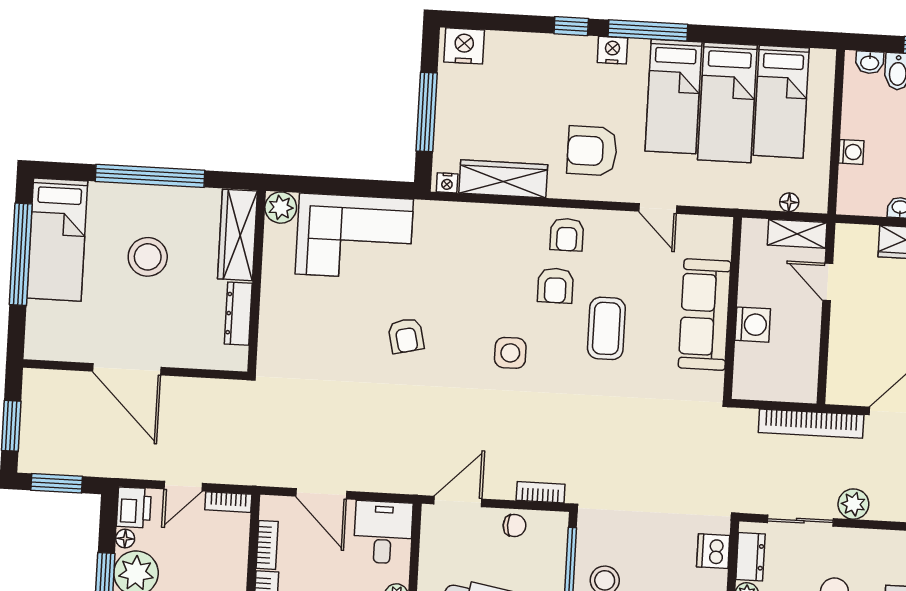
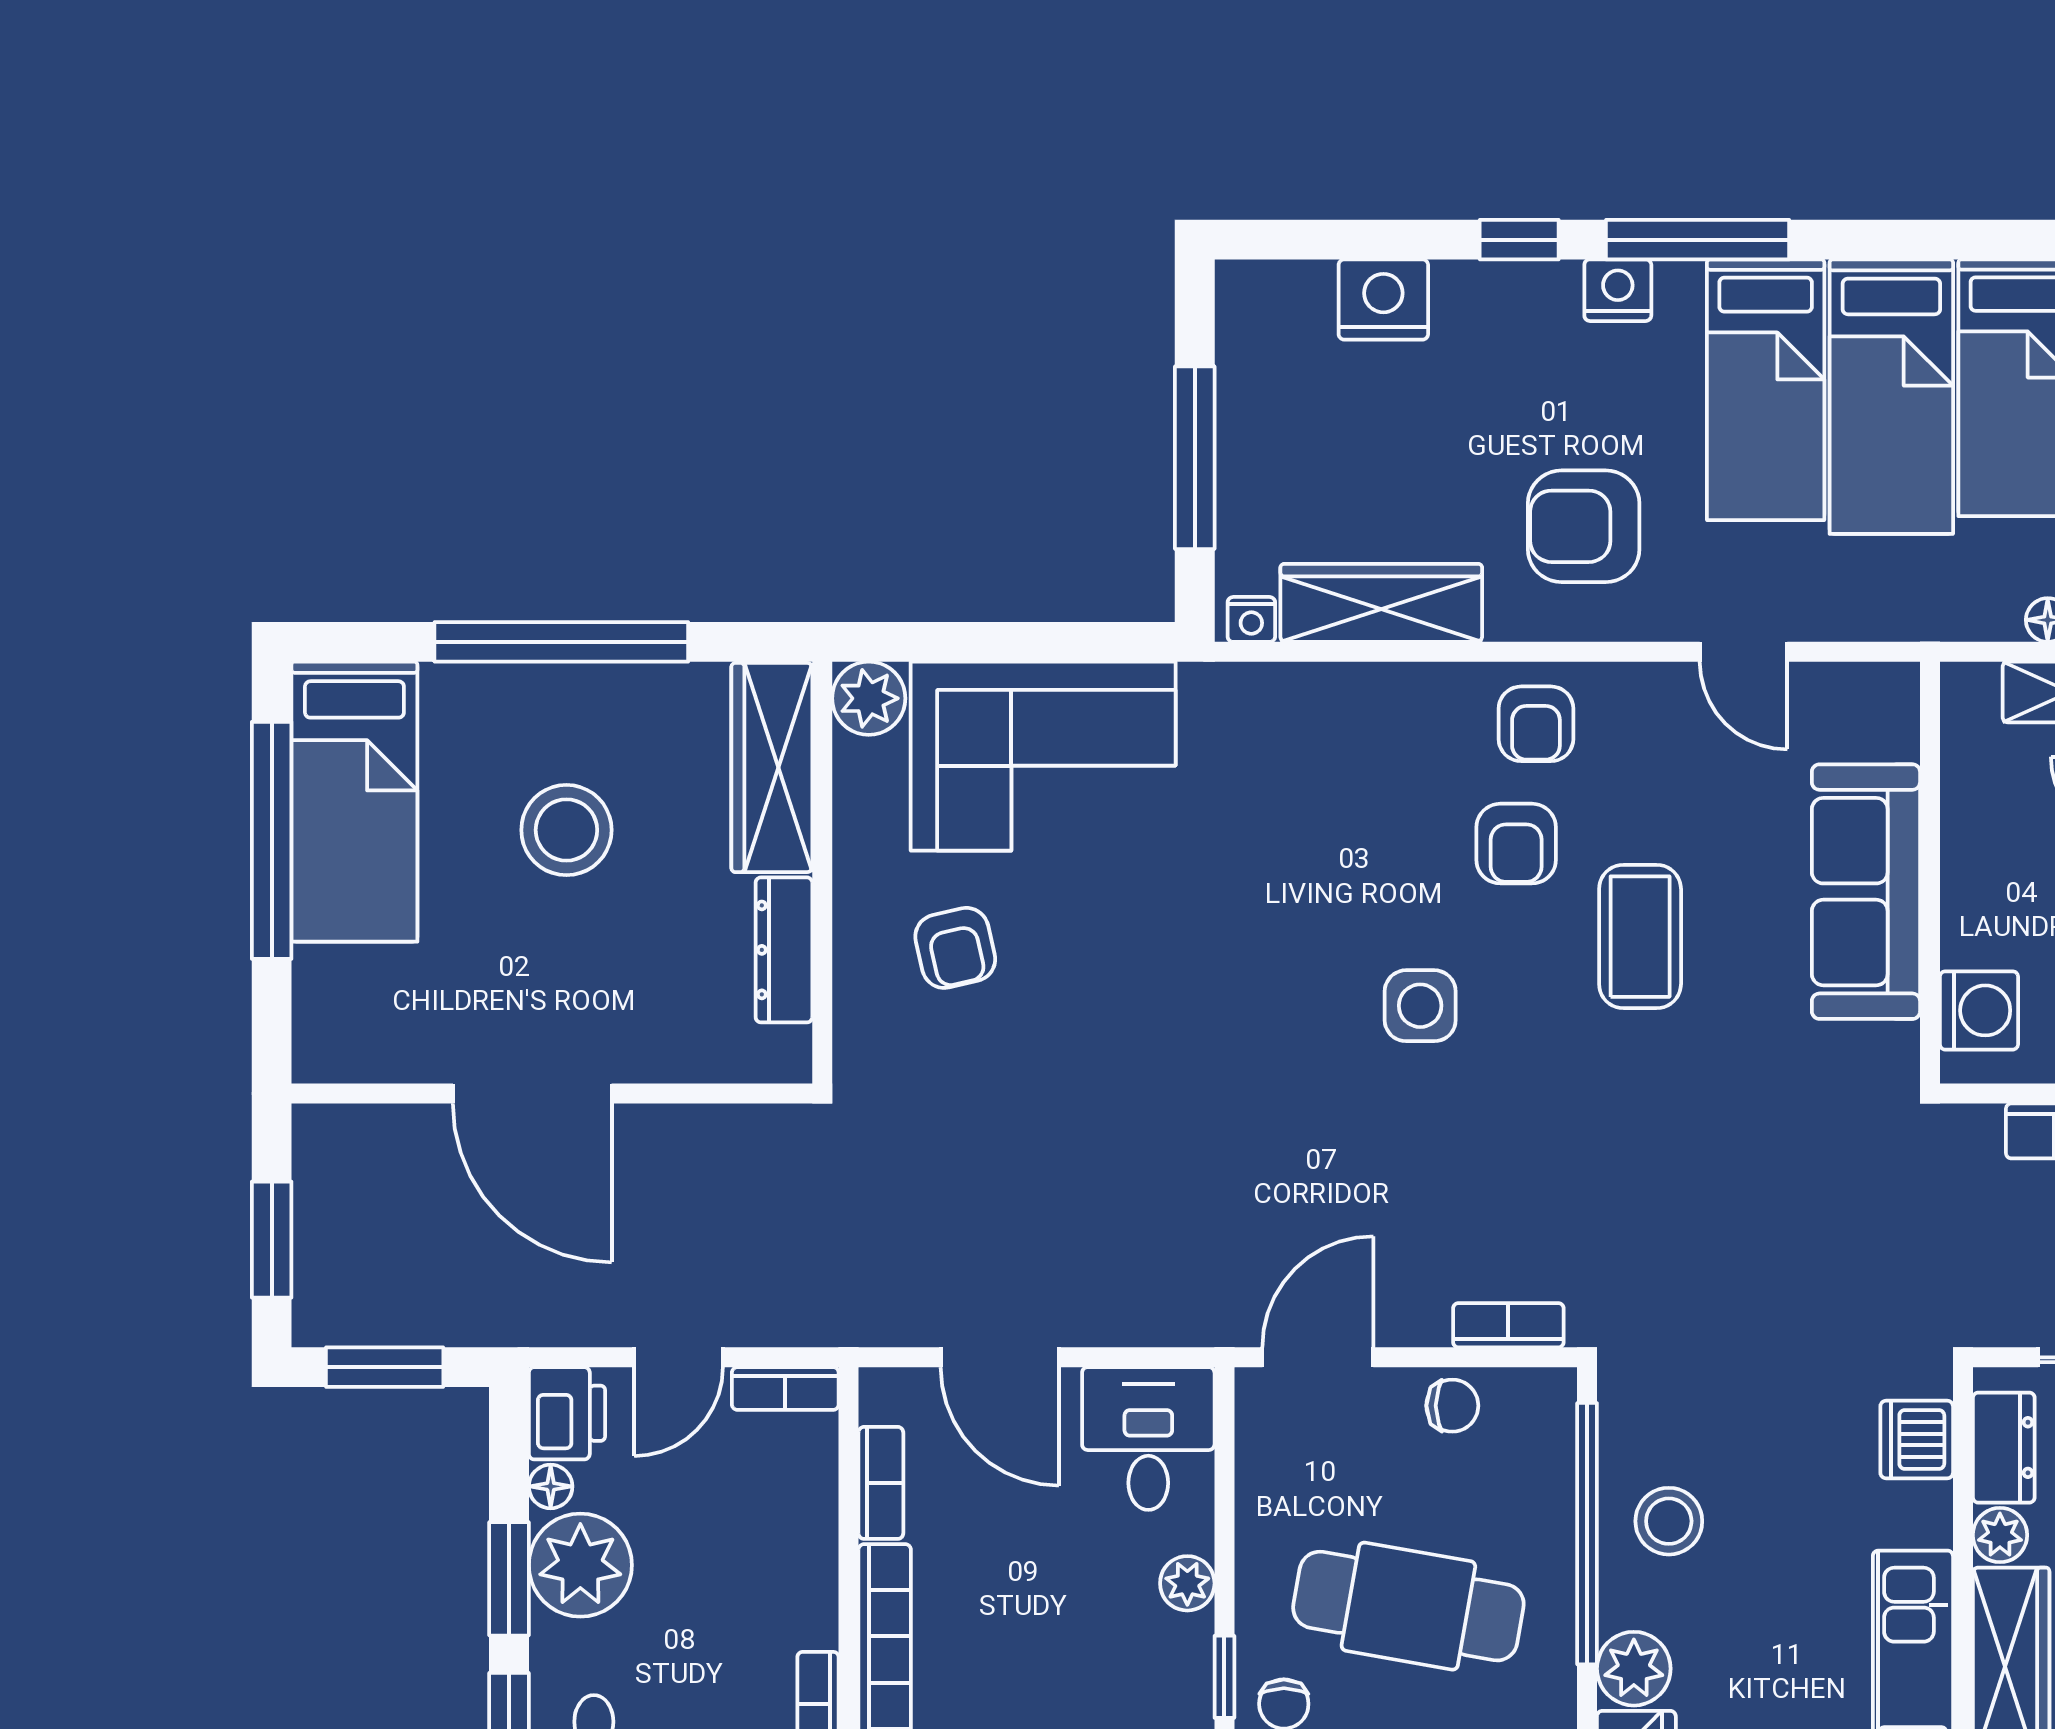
nightstand: (464, 46) -> (1383, 300), moved
washing machine: (753, 325) -> (1979, 1010), moved
armchair: (406, 336) -> (955, 948), moved

